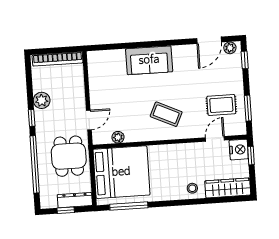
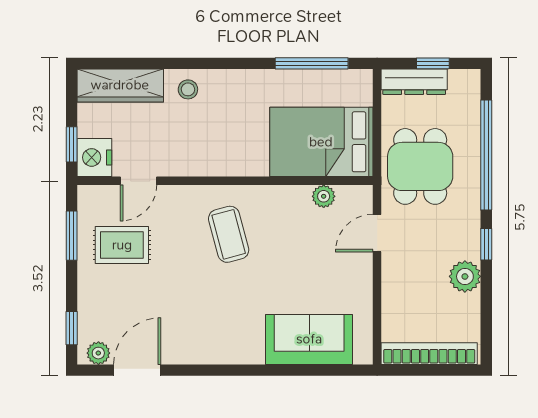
sofa: (149, 60) -> (309, 339), moved
coffee table: (166, 114) -> (229, 234), turned 50
bed: (121, 172) -> (321, 142), width x0.73

